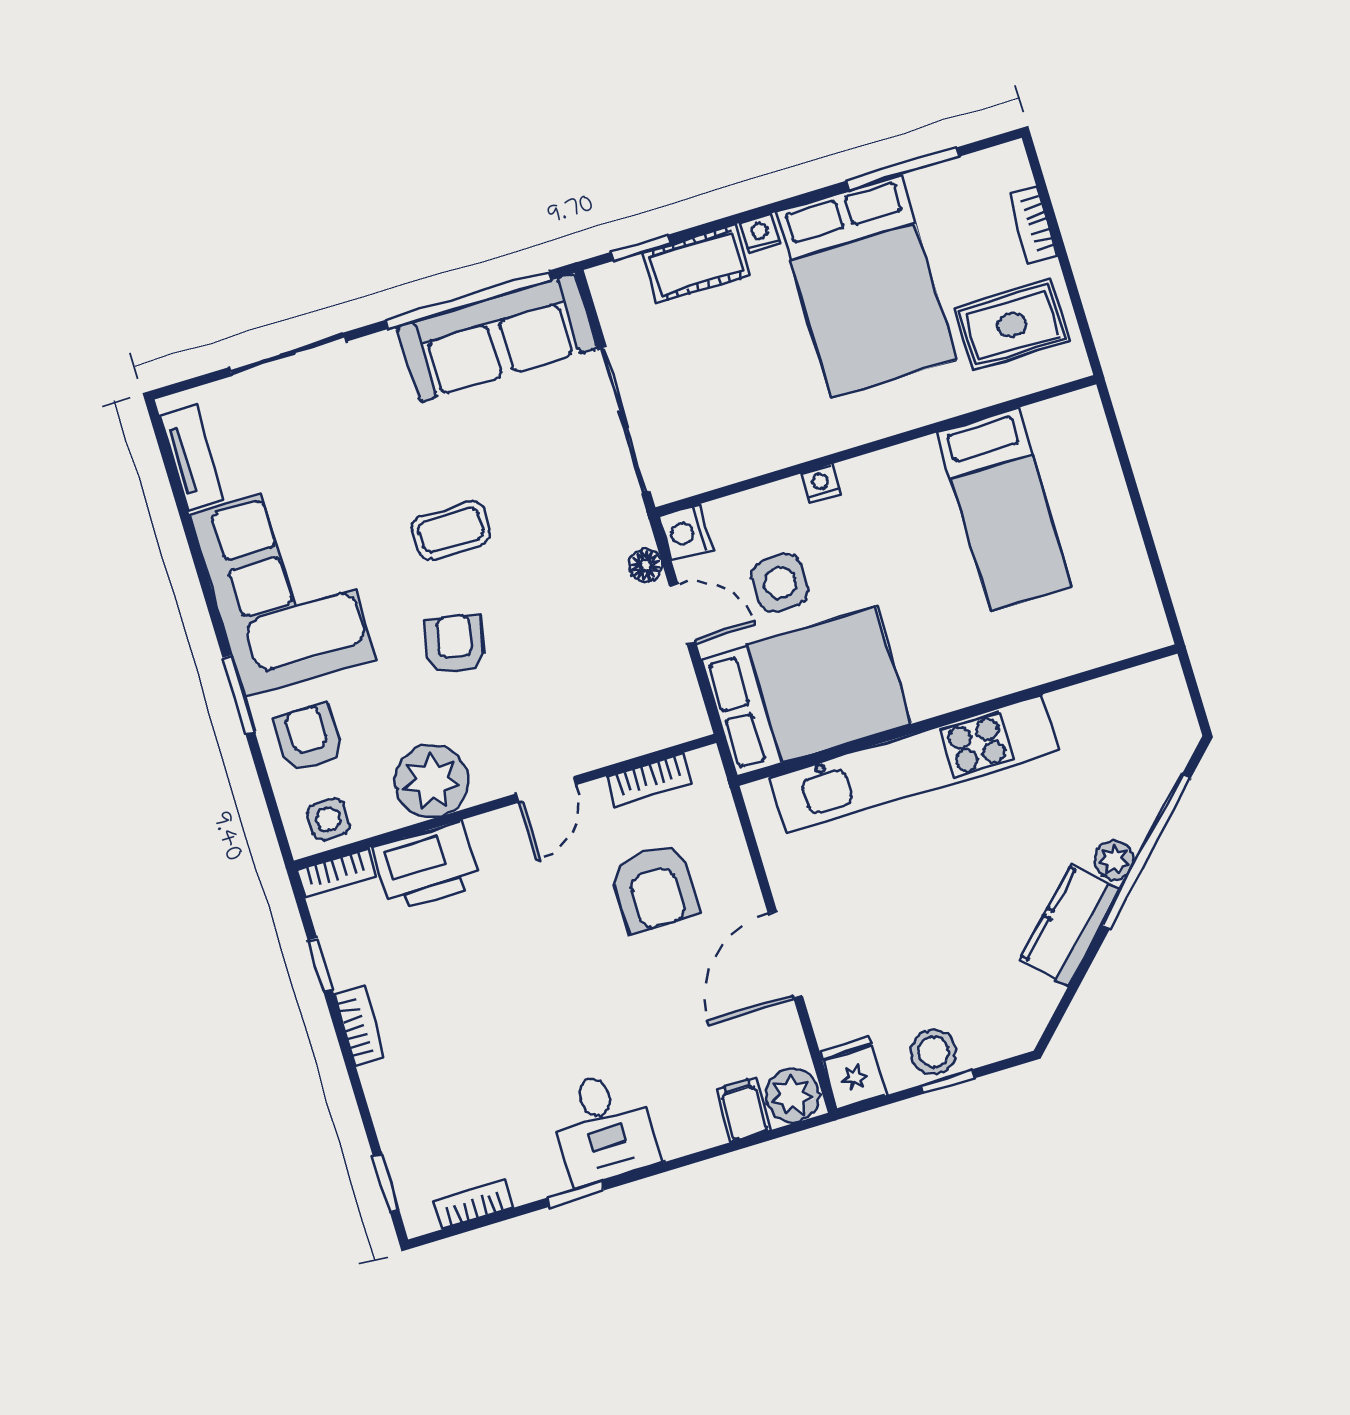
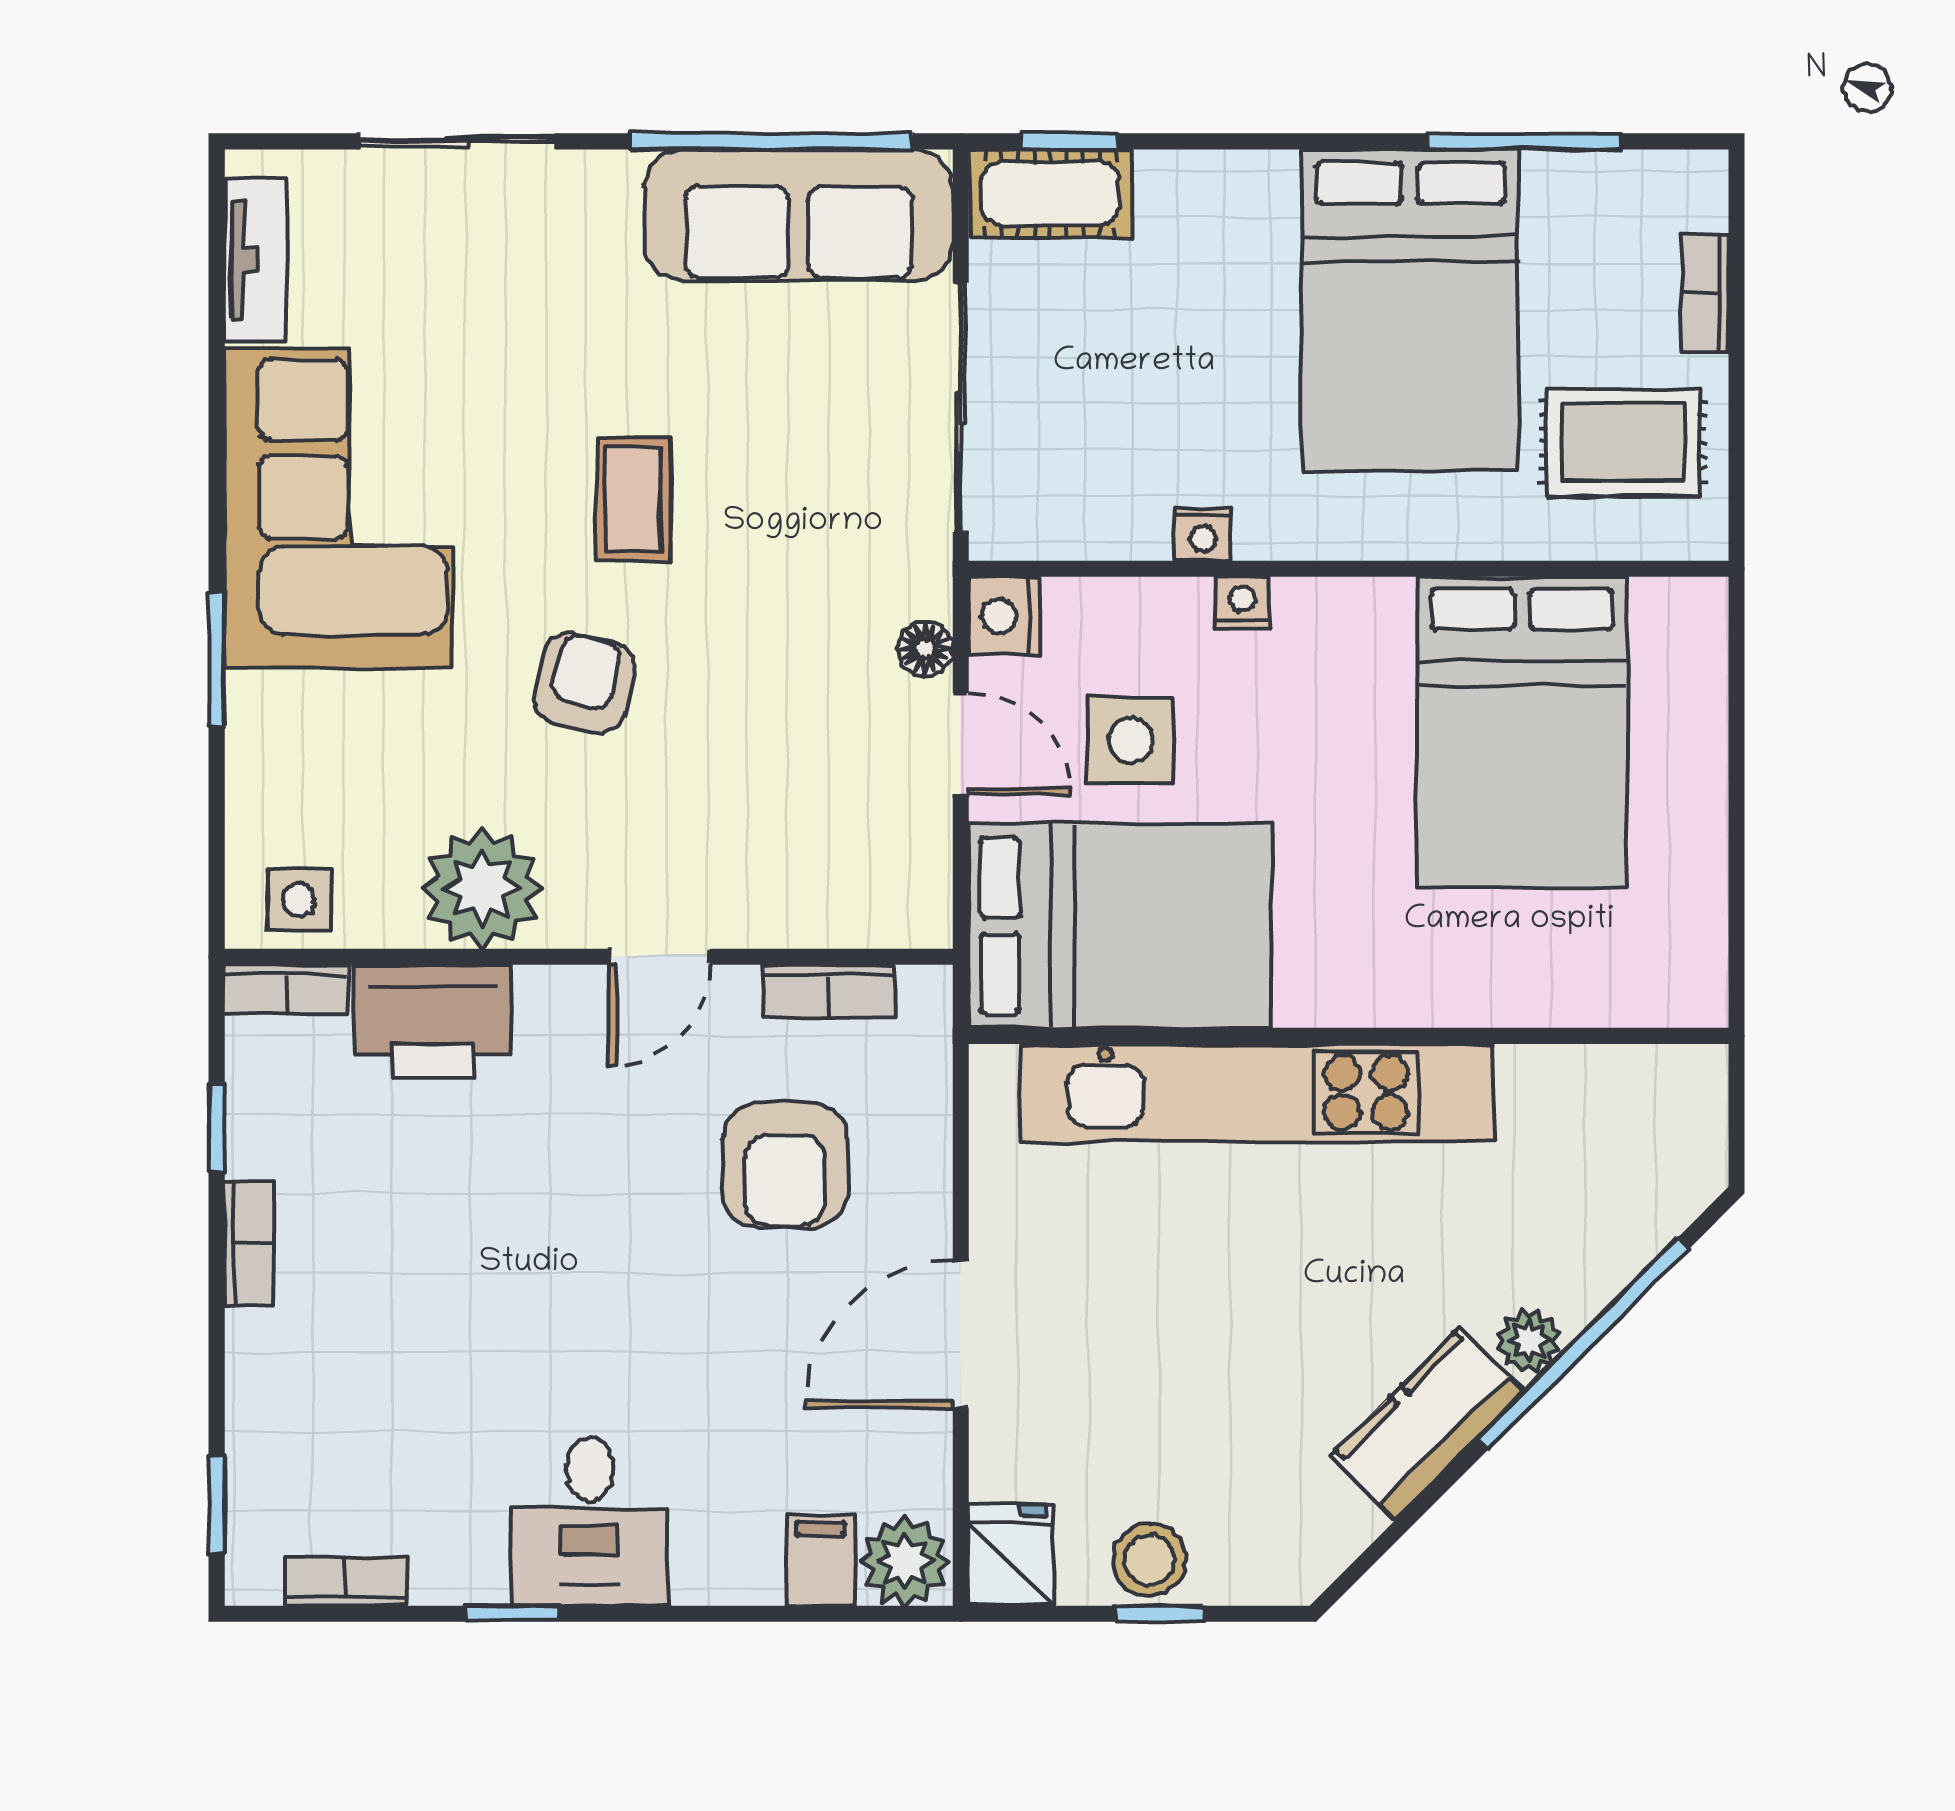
nightstand: (760, 233) -> (1203, 534), moved, turned 180
cot: (696, 264) -> (1050, 194), moved
bed: (1004, 510) -> (1522, 732), width x1.50
coffee table: (451, 530) -> (633, 499), turned 90
armchair: (308, 737) -> (307, 760), removed

